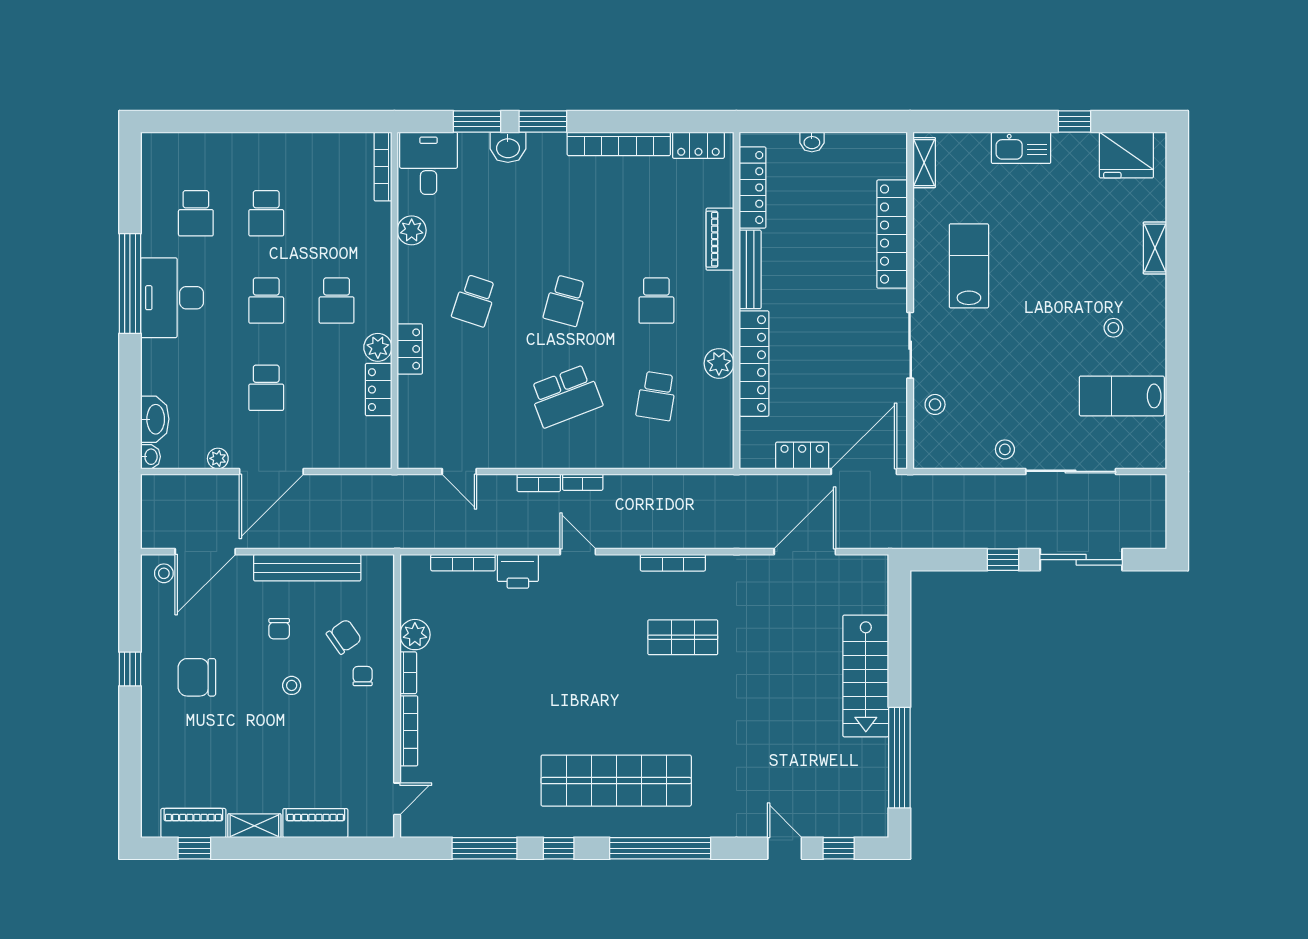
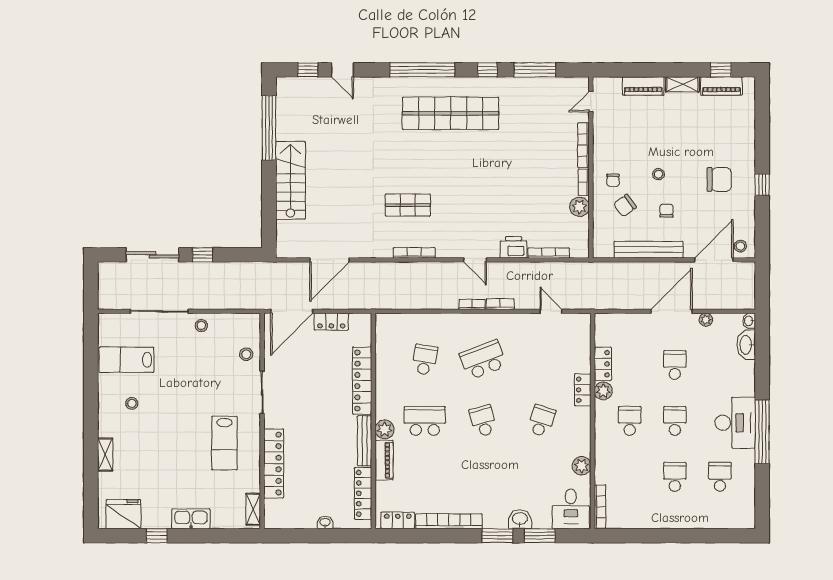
school desk: (565, 301) -> (483, 421), turned -30
school desk: (656, 301) -> (425, 421), width x1.85
plant: (719, 363) -> (385, 429), moved
lab bench: (1122, 396) -> (126, 360), turned 180

